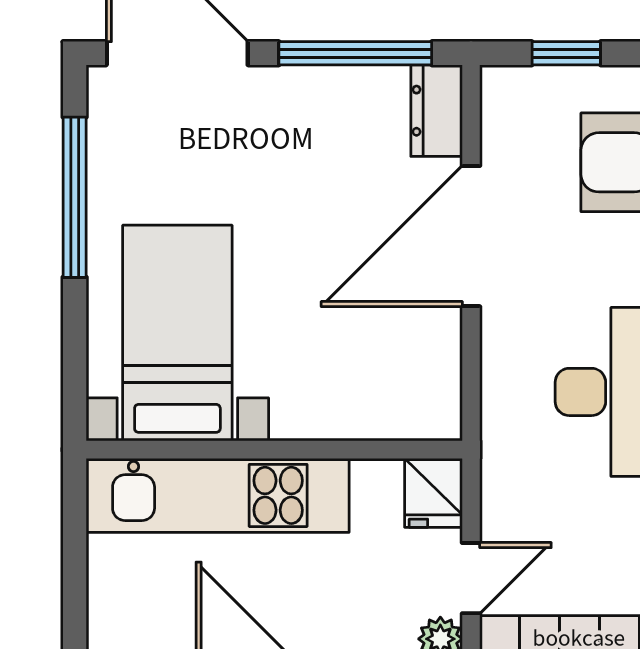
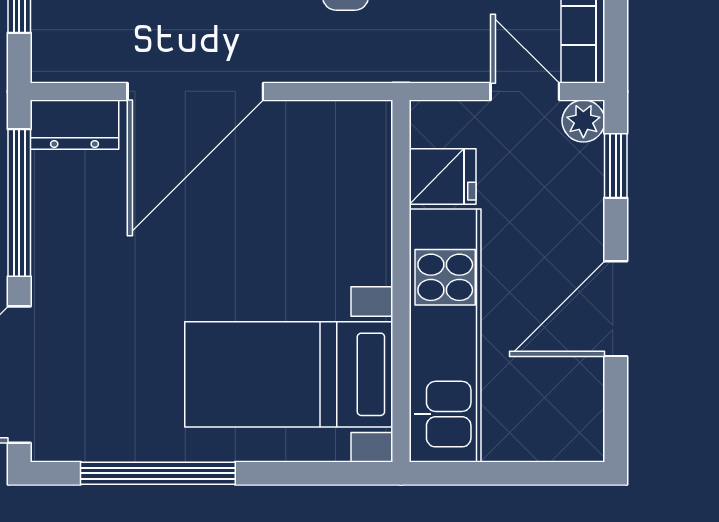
door: (471, 236) -> (195, 91), hinge flipped
fridge: (433, 493) -> (443, 177), moved

